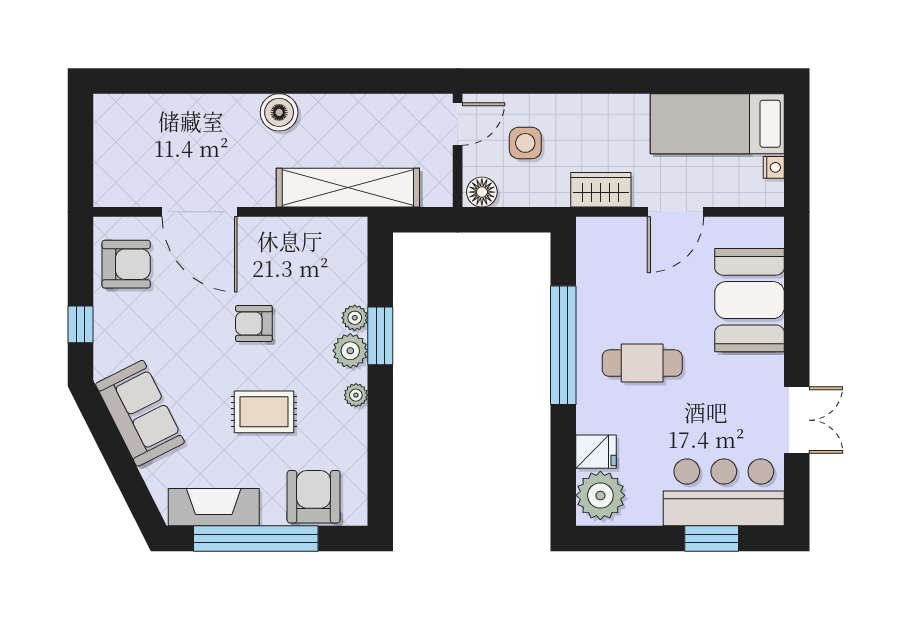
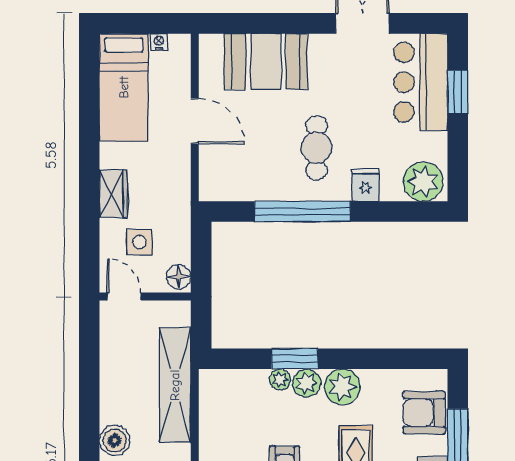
wardrobe: (601, 190) -> (113, 194), moved, turned 180
plant: (356, 395) -> (342, 387), width x1.87, depth x1.87
fridge: (596, 452) -> (366, 185), moved

